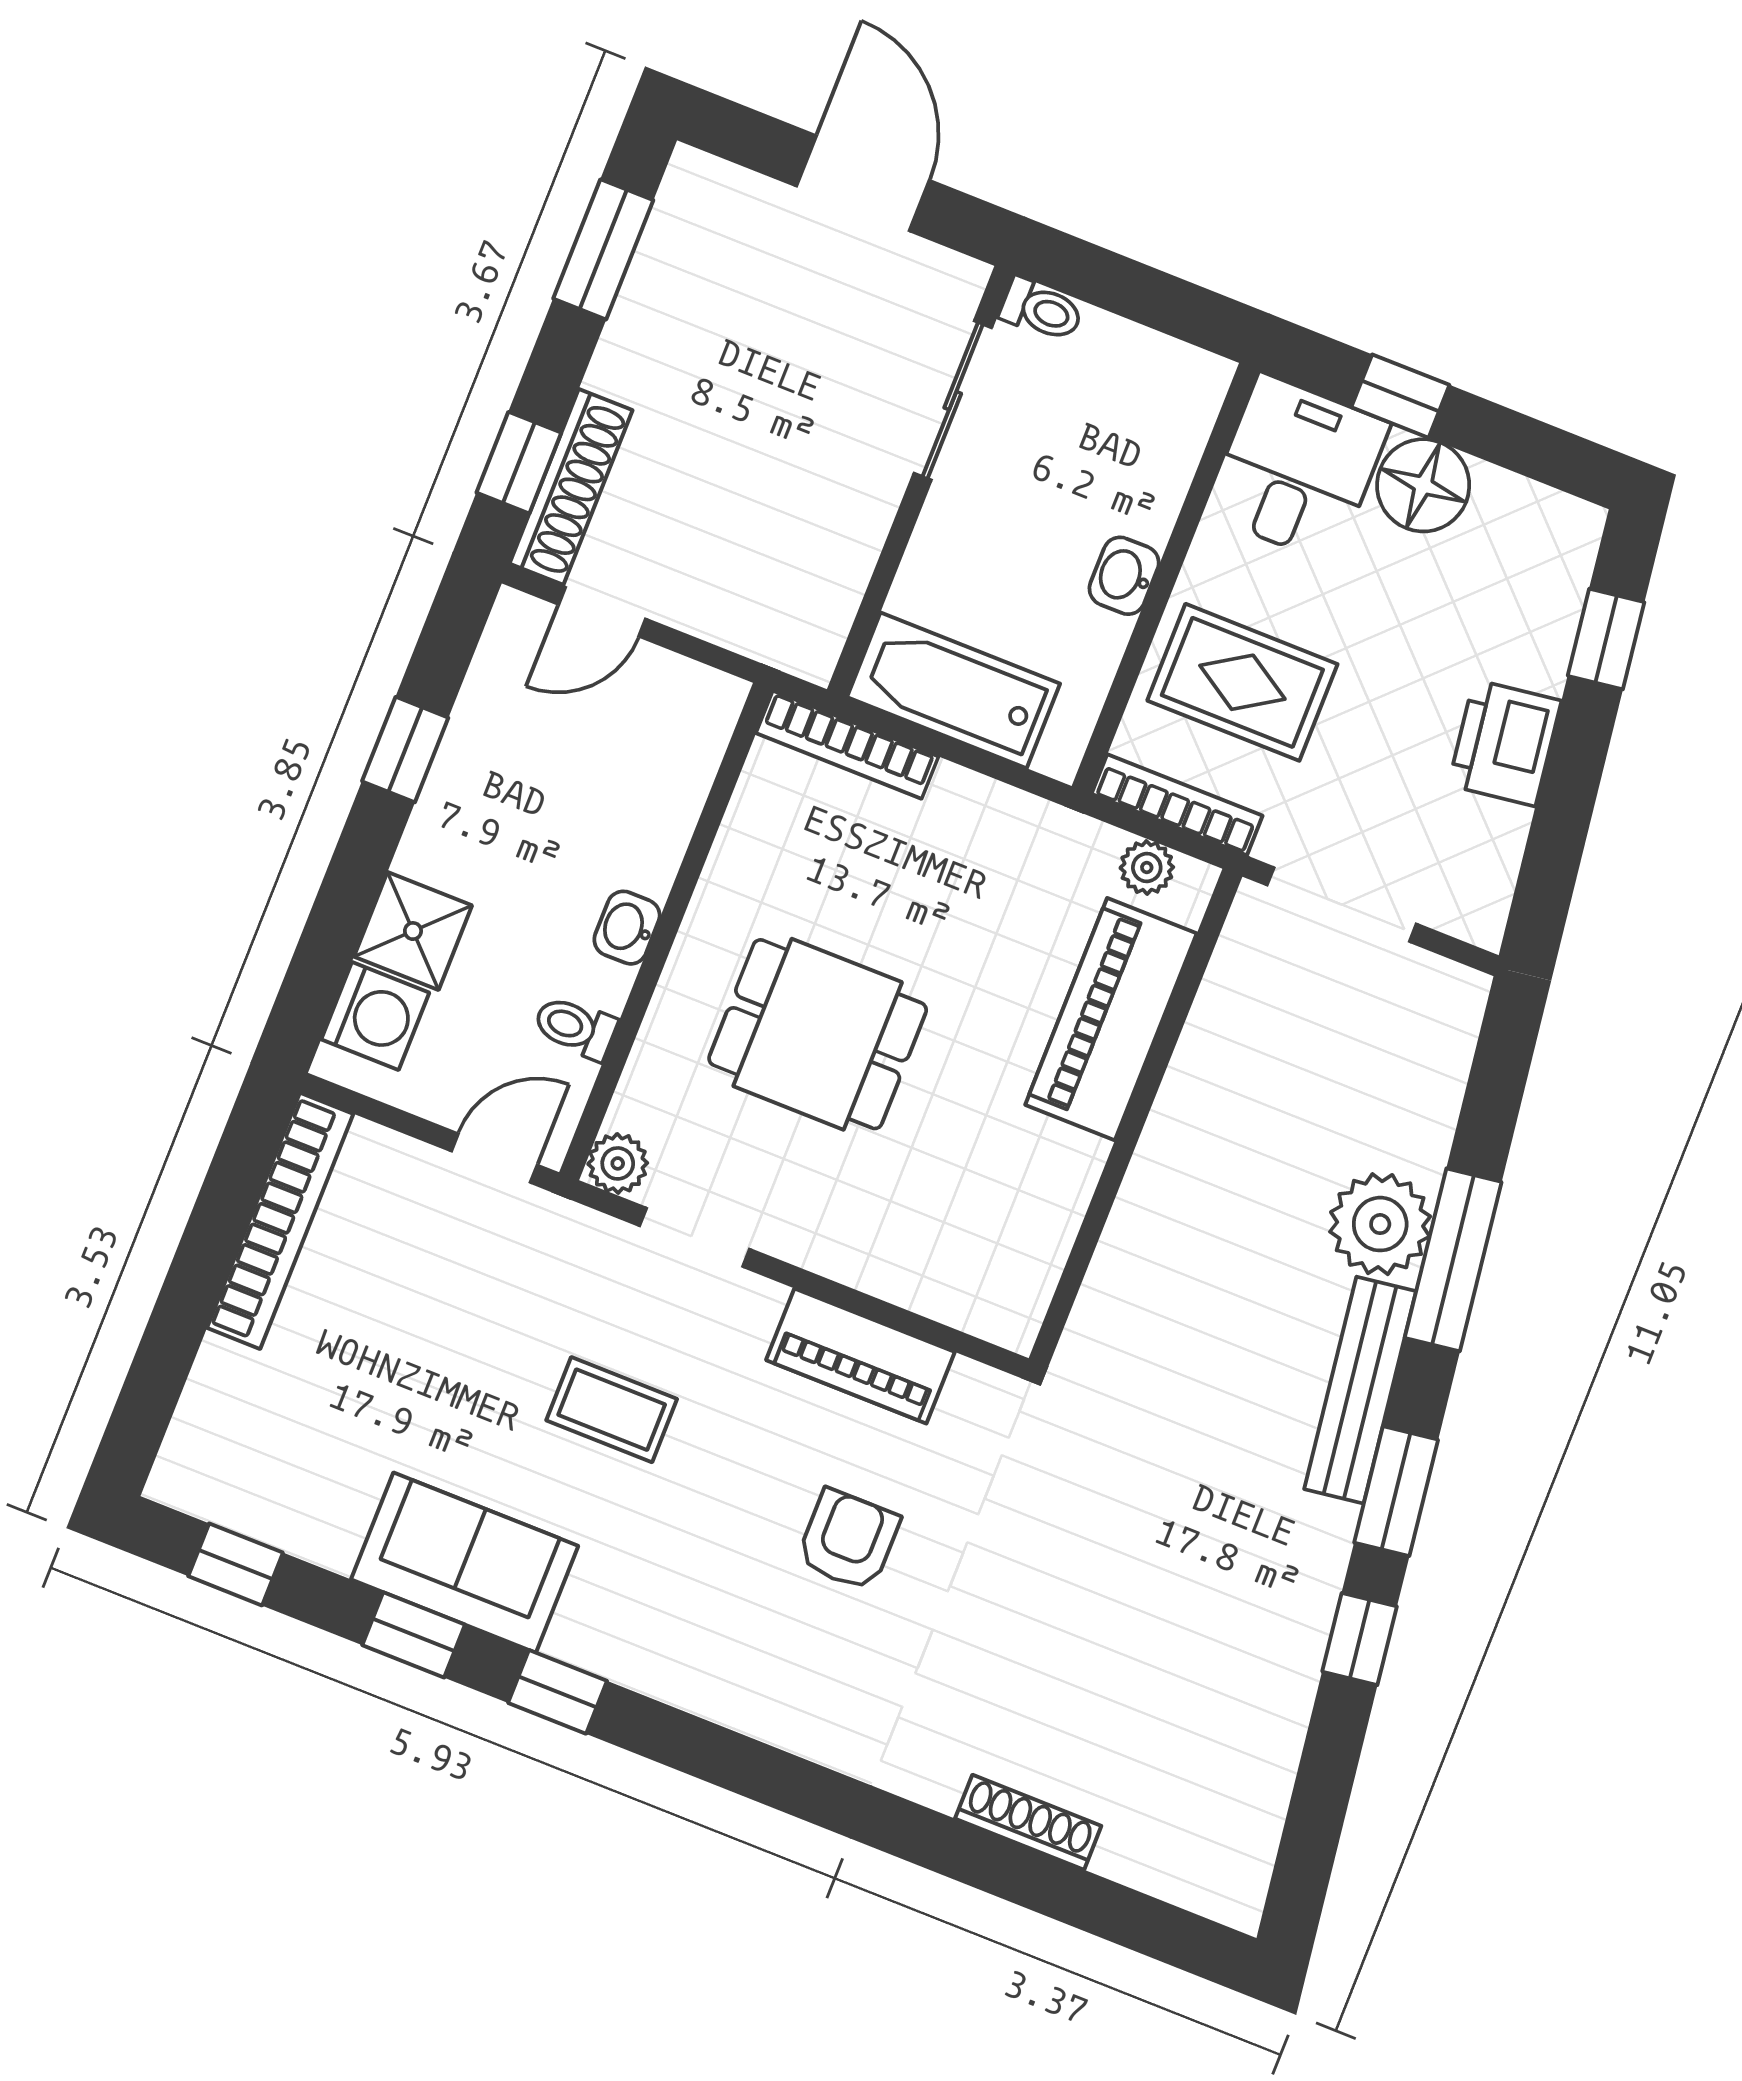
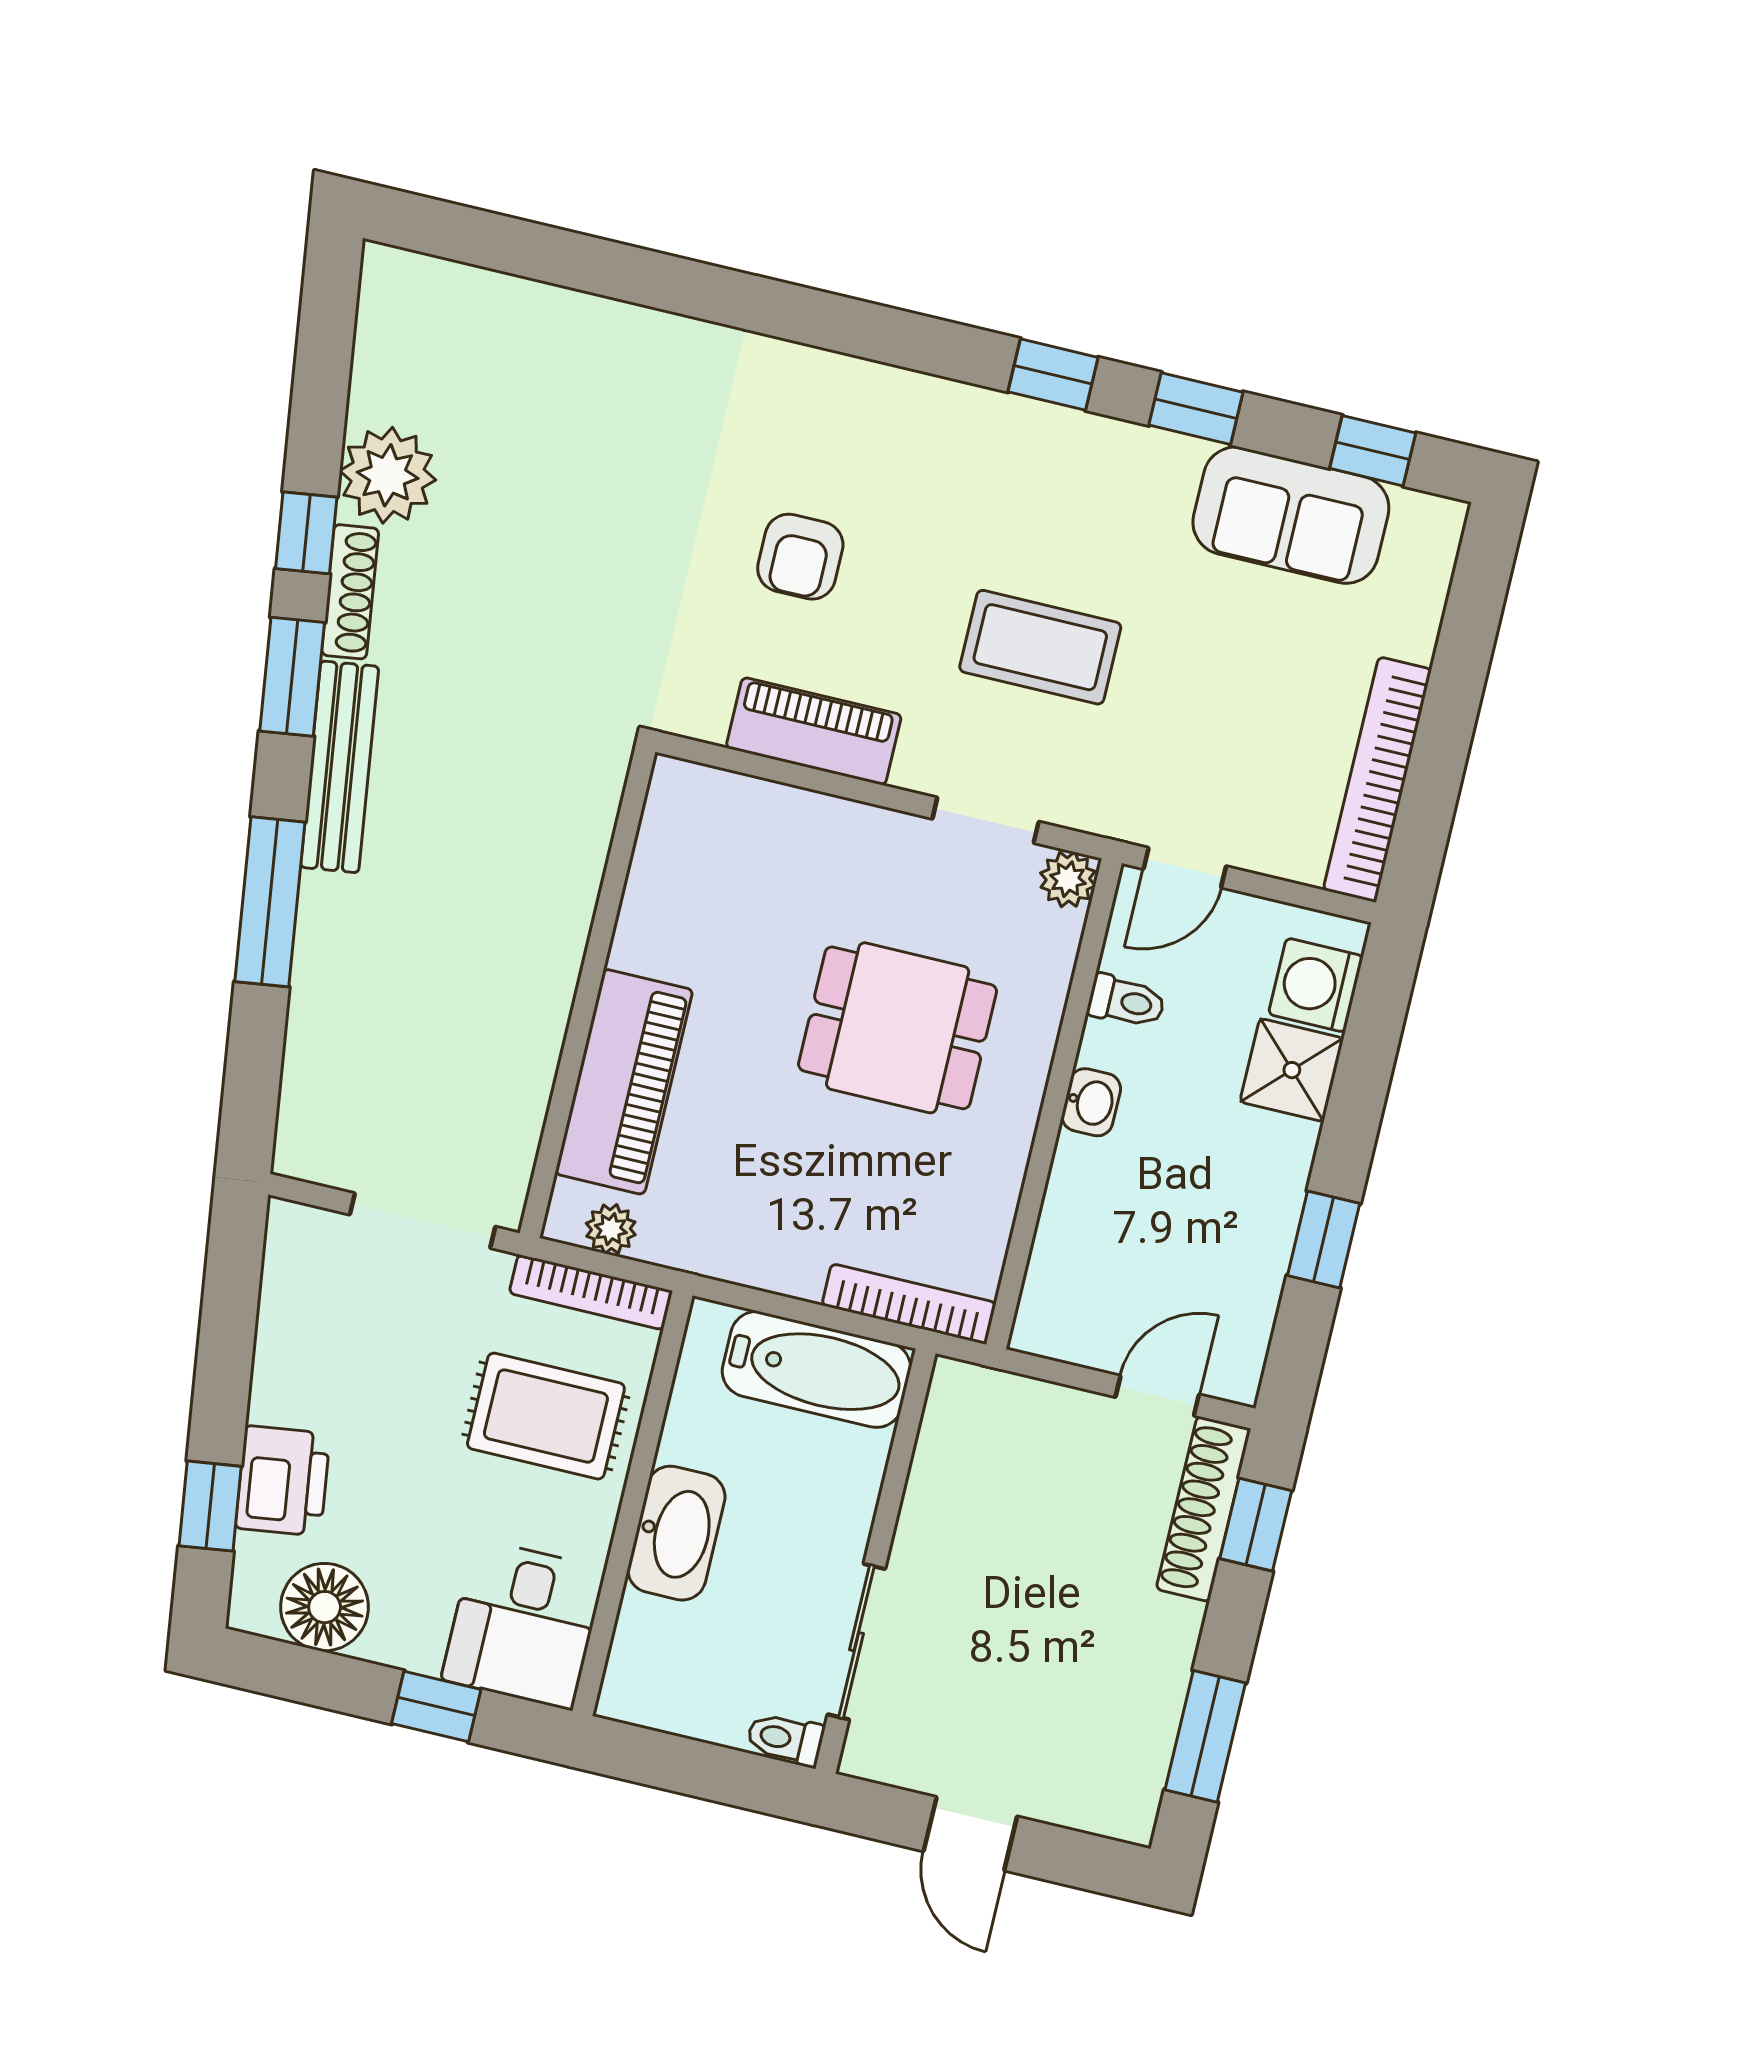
door: (863, 183) -> (970, 1834), width x0.73
floor lamp: (1423, 485) -> (325, 1607), moved
washbasin: (1124, 576) -> (676, 1533), width x1.91, depth x1.45
printer: (1505, 743) -> (283, 1481), moved
plant: (1380, 1224) -> (388, 475), moved
coffee table: (612, 1410) -> (1040, 647), width x1.36, depth x1.30
sofa: (465, 1563) -> (1291, 515), moved
shoe rack: (1028, 1822) -> (350, 592), moved, turned -98

